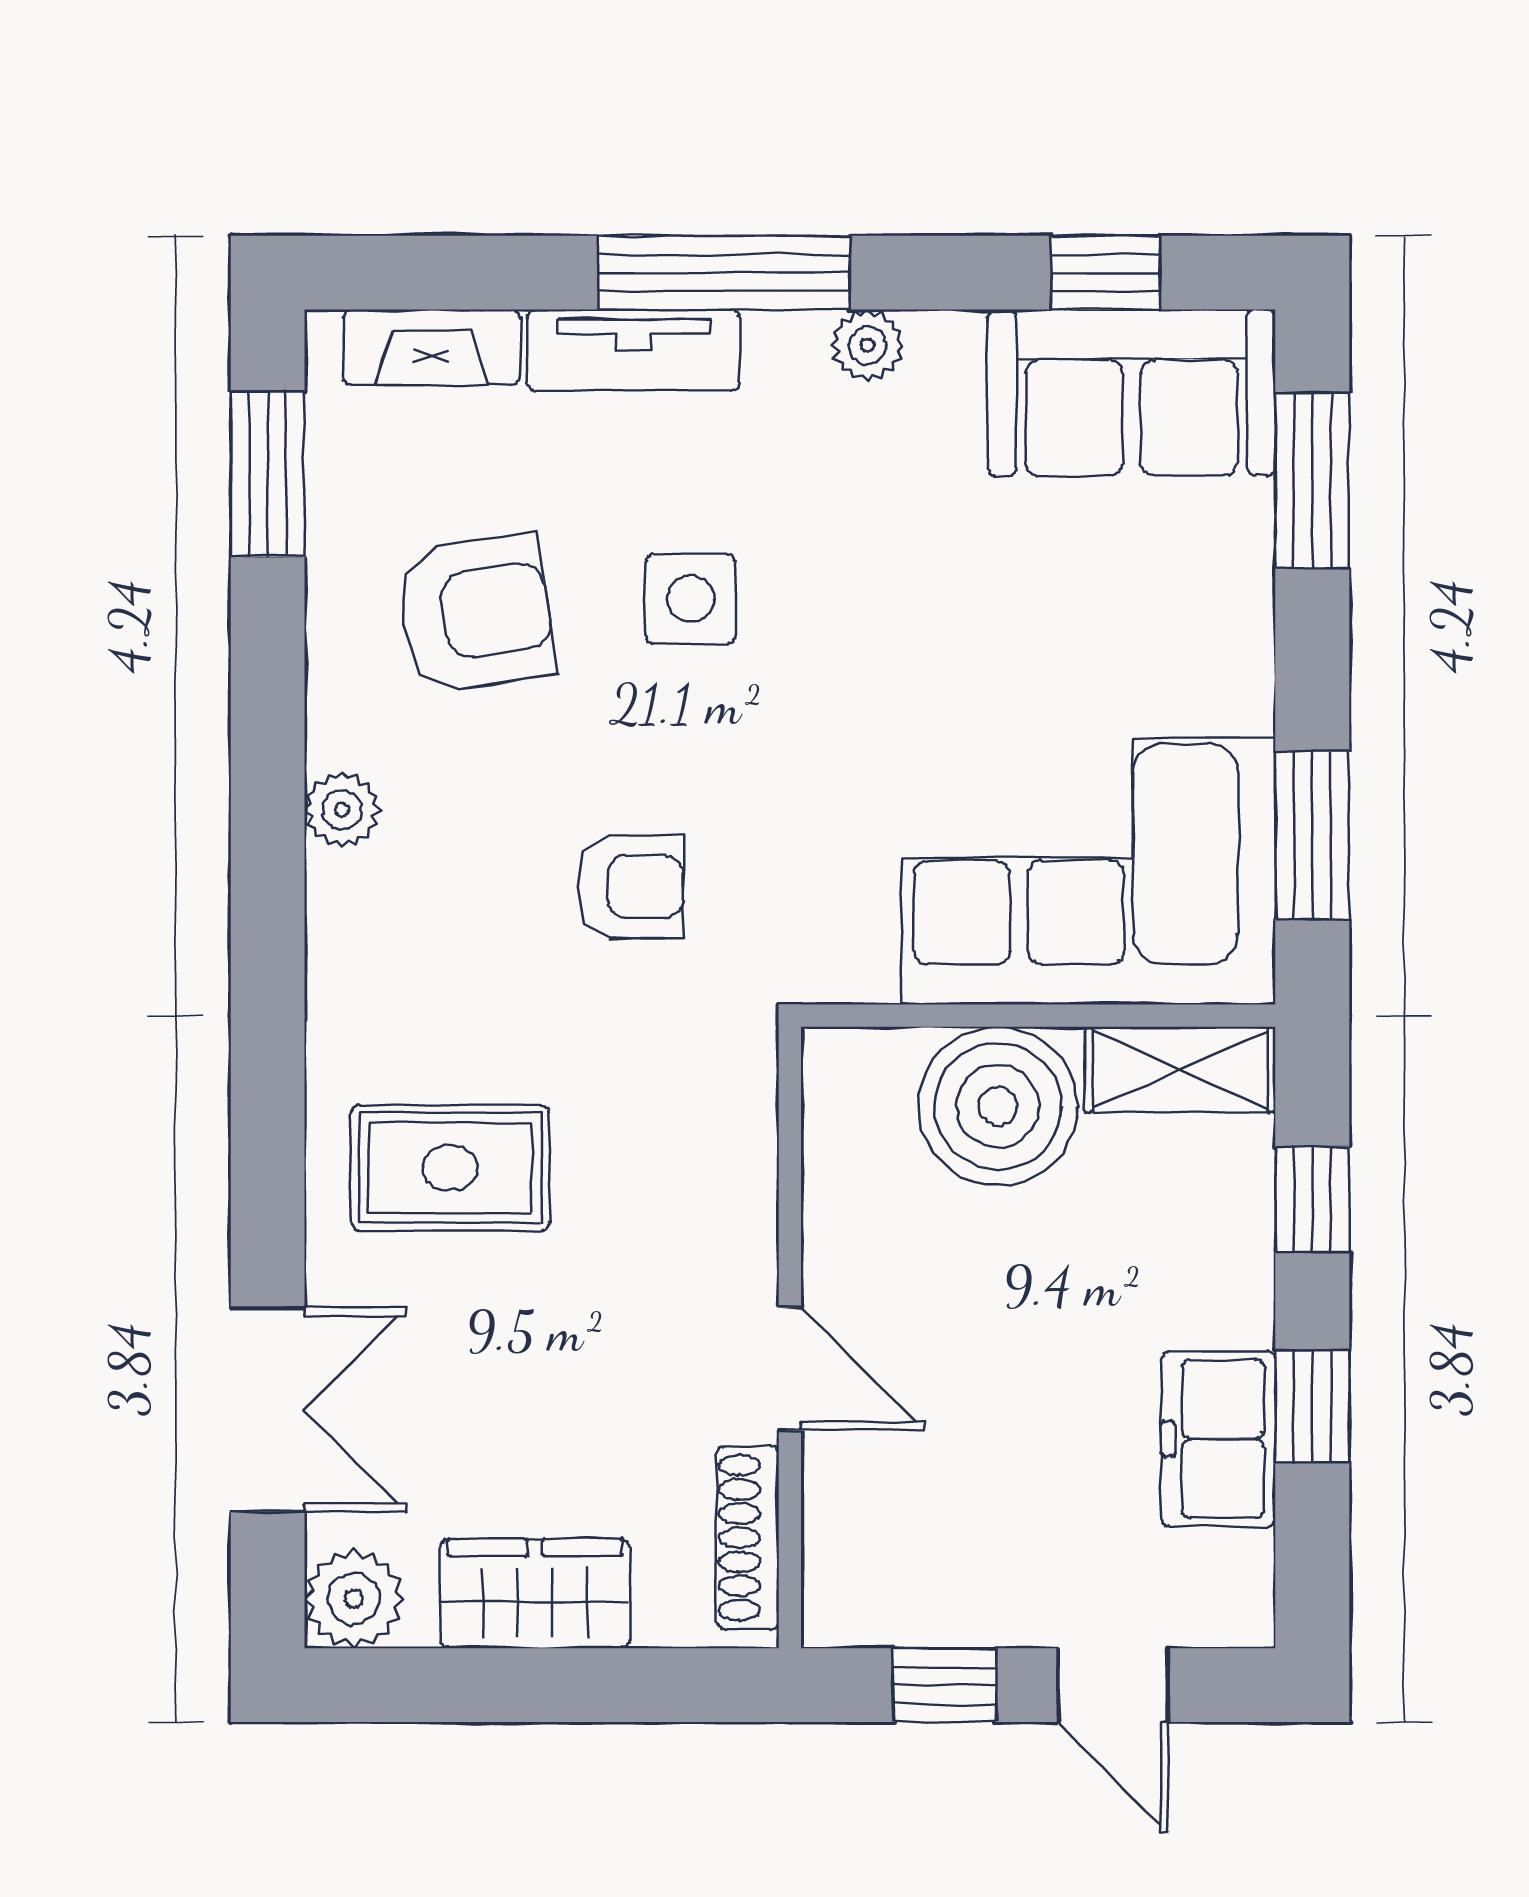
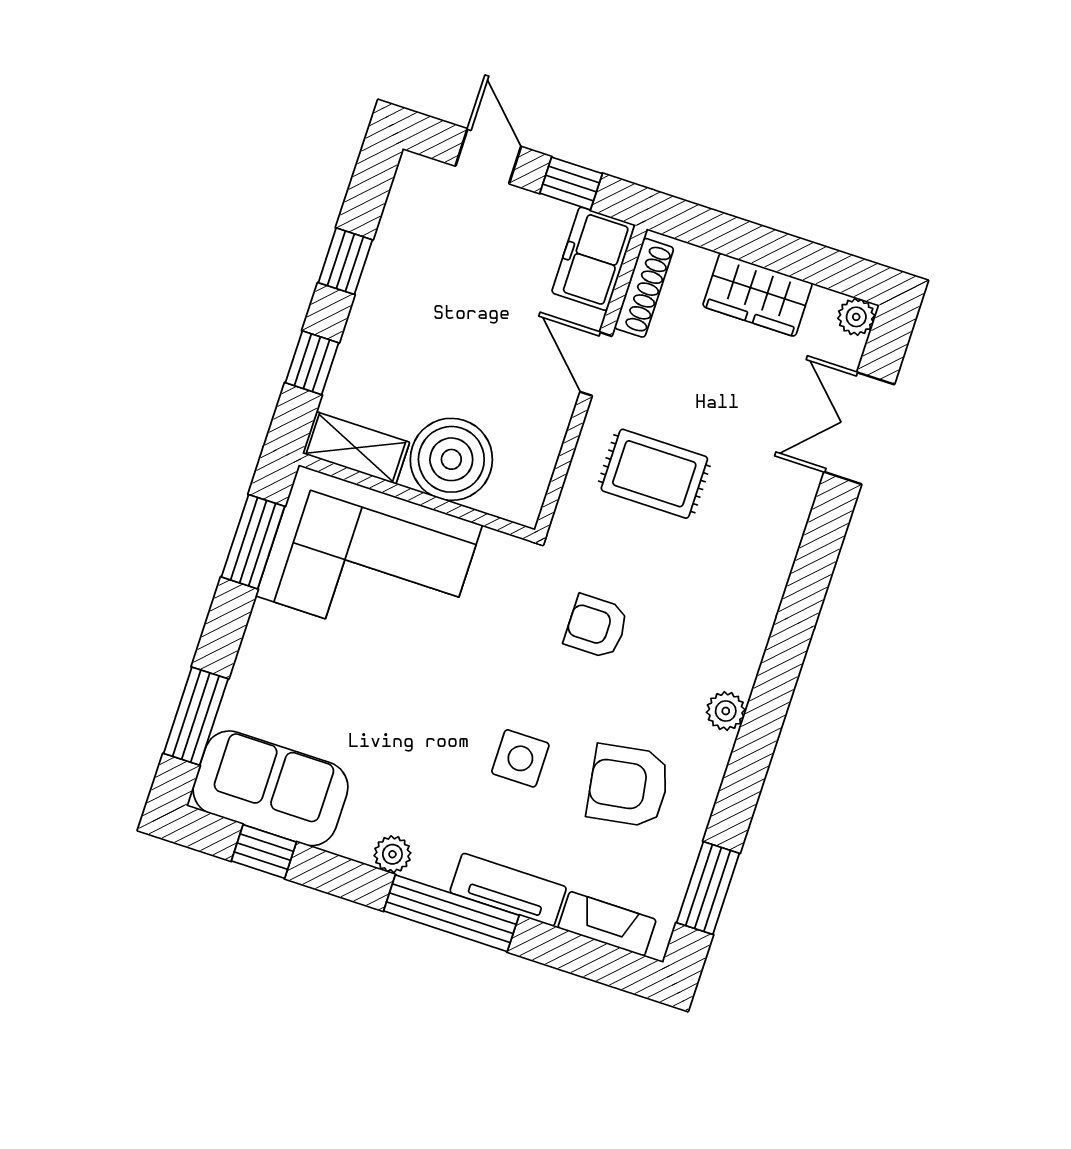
rug: (450, 1168) -> (654, 474), moved
freezer: (1218, 1439) -> (593, 259), moved, turned 180
plant: (354, 1599) -> (856, 317), width x0.73, depth x0.73

